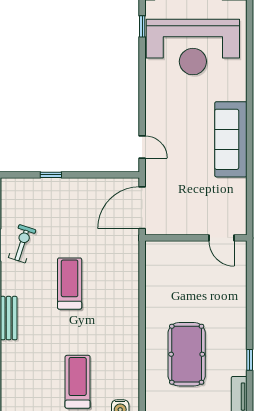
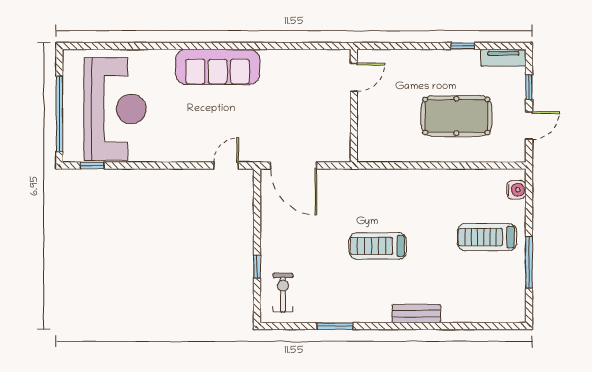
wall: (196, 238) -> (354, 106), moved
door: (222, 238) -> (354, 77), moved
exercise bike: (22, 244) -> (283, 293), moved, turned 72

